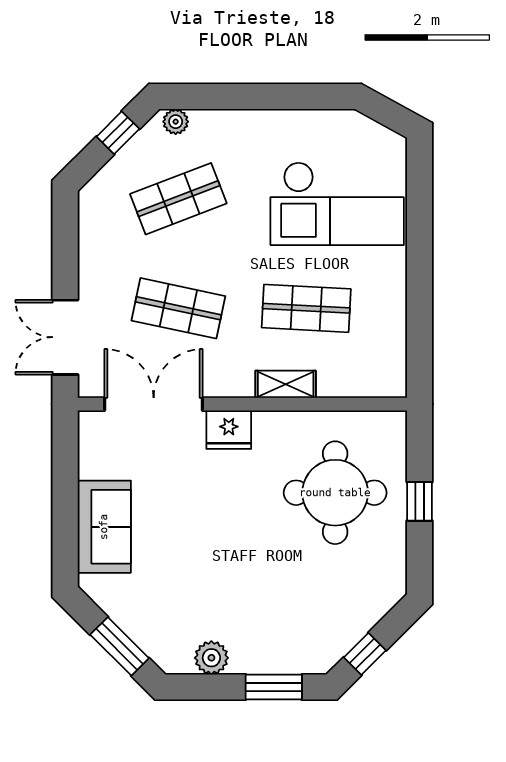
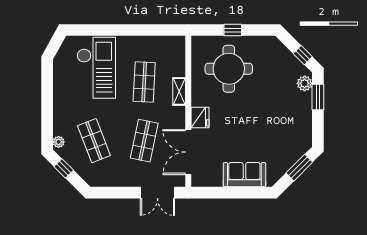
plant: (211, 658) -> (305, 83), moved

